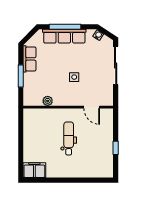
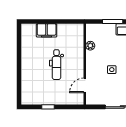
dental chair: (69, 138) -> (56, 65), turned 90
filing cabinet: (34, 170) -> (47, 30), moved, turned 90

